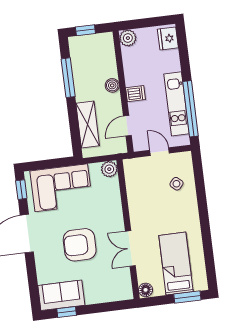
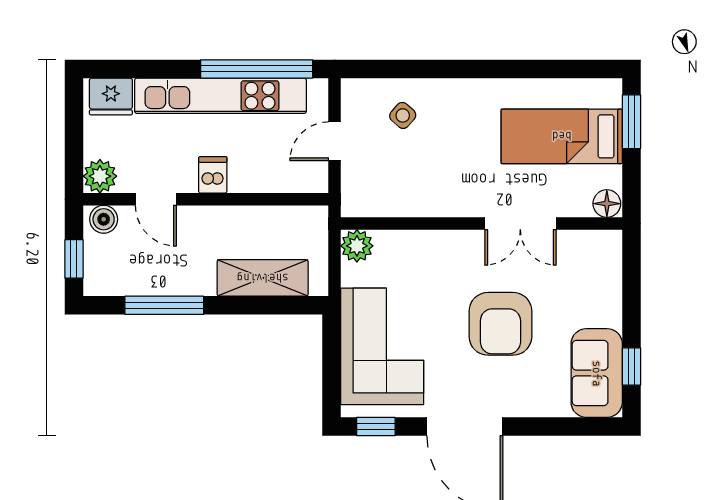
boiler: (112, 85) -> (104, 219), moved
kitchen unit: (176, 104) -> (221, 96), width x1.36
door: (127, 126) -> (156, 199), moved

